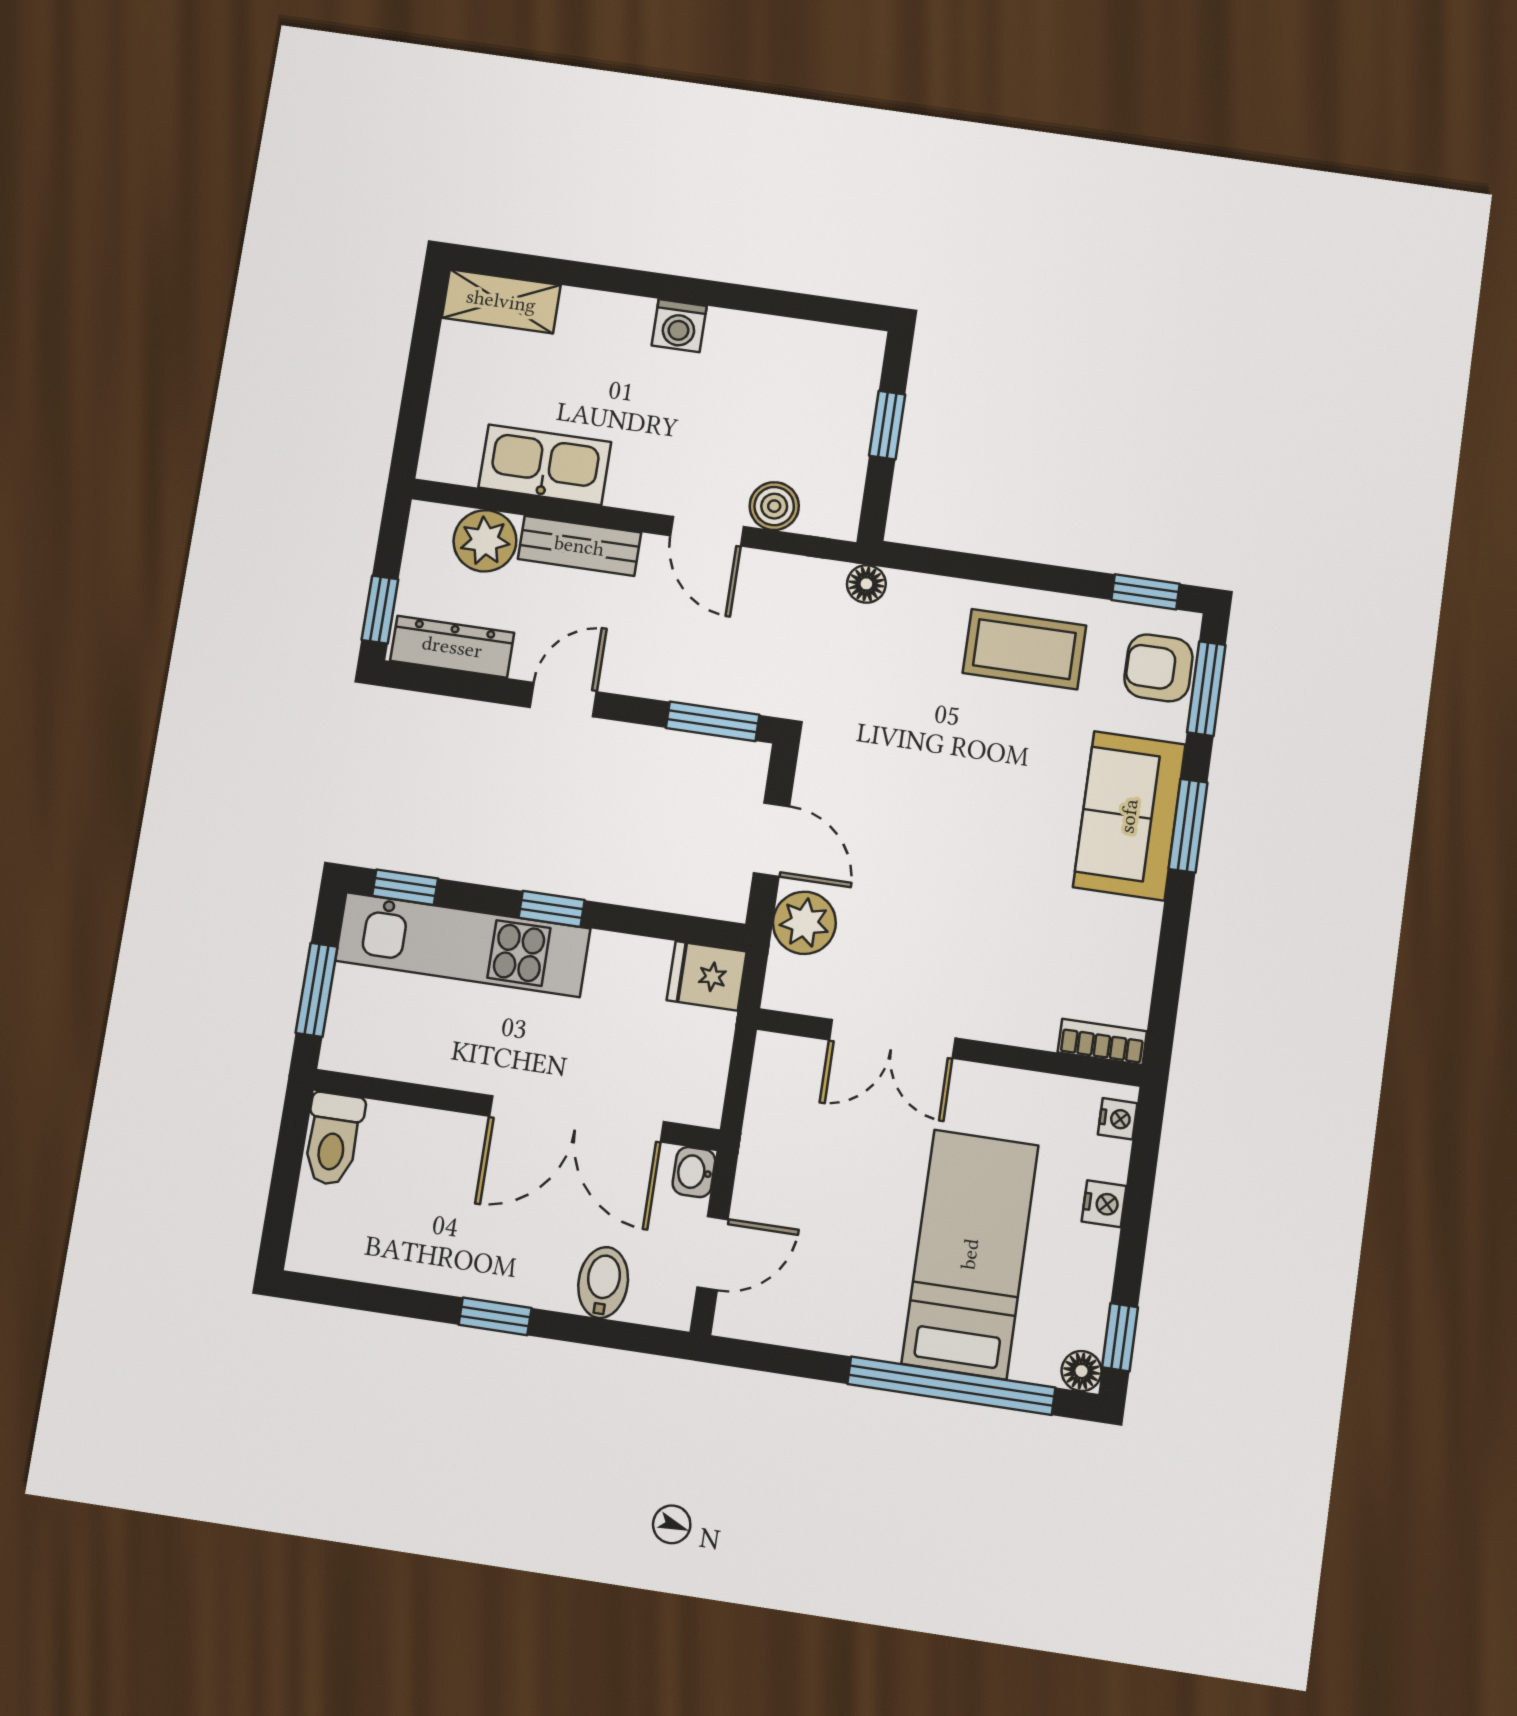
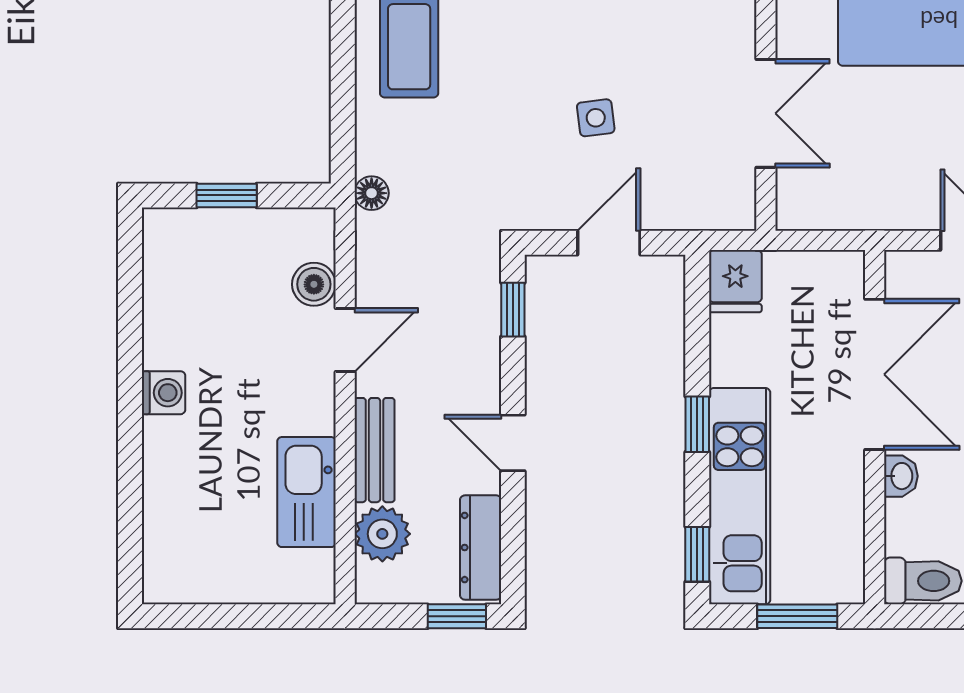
shelving: (501, 301) -> (164, 554), removed
window: (713, 721) -> (513, 310), width x0.67
side table: (915, 846) -> (596, 118), added
plant: (804, 923) -> (677, 204), removed
washbasin: (694, 1172) -> (901, 476), moved, turned -90

